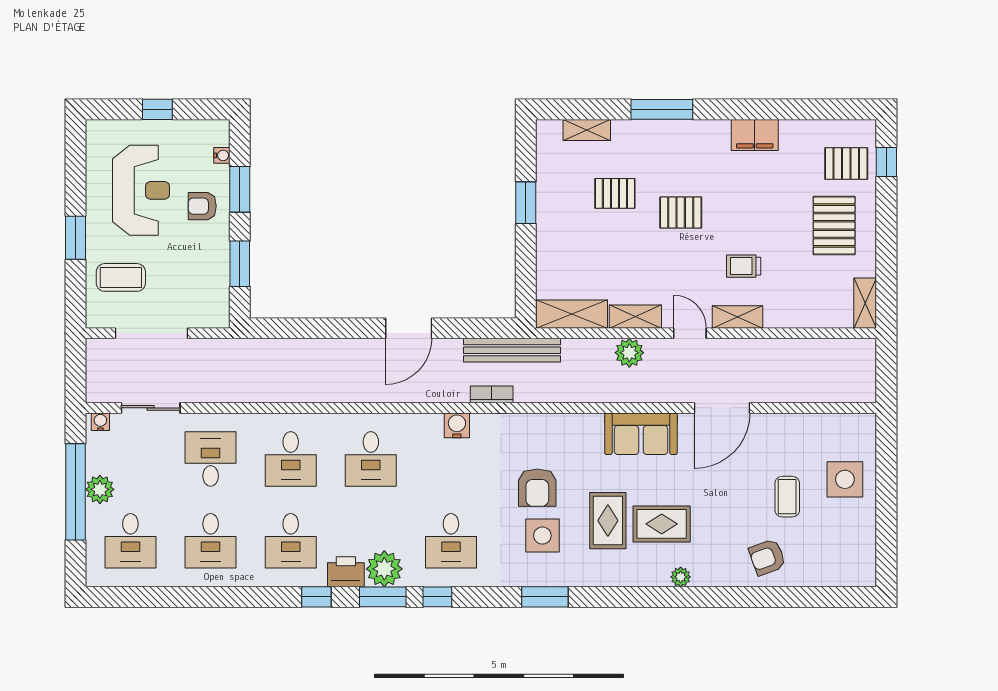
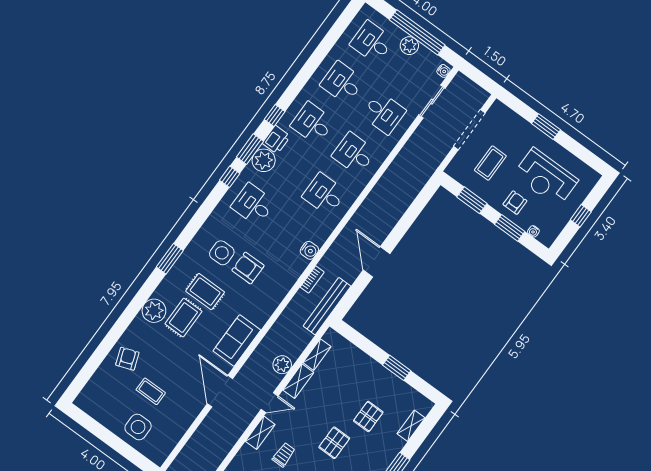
coffee table: (121, 277) -> (490, 163), moved
shelving: (572, 314) -> (317, 355), width x0.67, depth x0.75
plant: (681, 577) -> (154, 311), width x1.88, depth x1.88
window: (545, 597) -> (170, 259), moved

